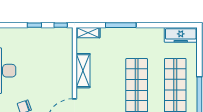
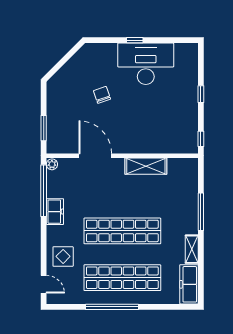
window: (34, 25) -> (201, 94), moved
shelving: (88, 33) -> (192, 249), moved

